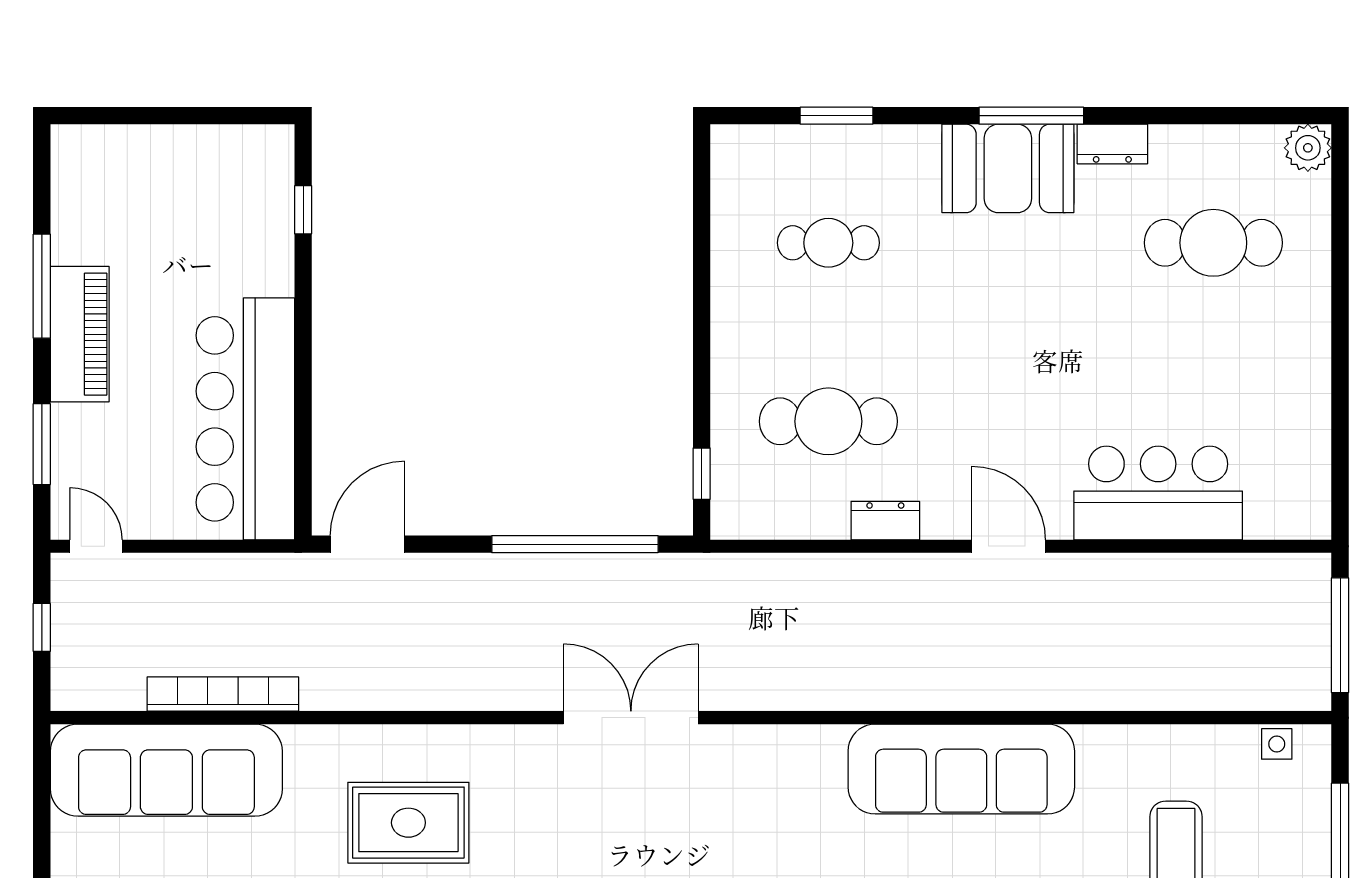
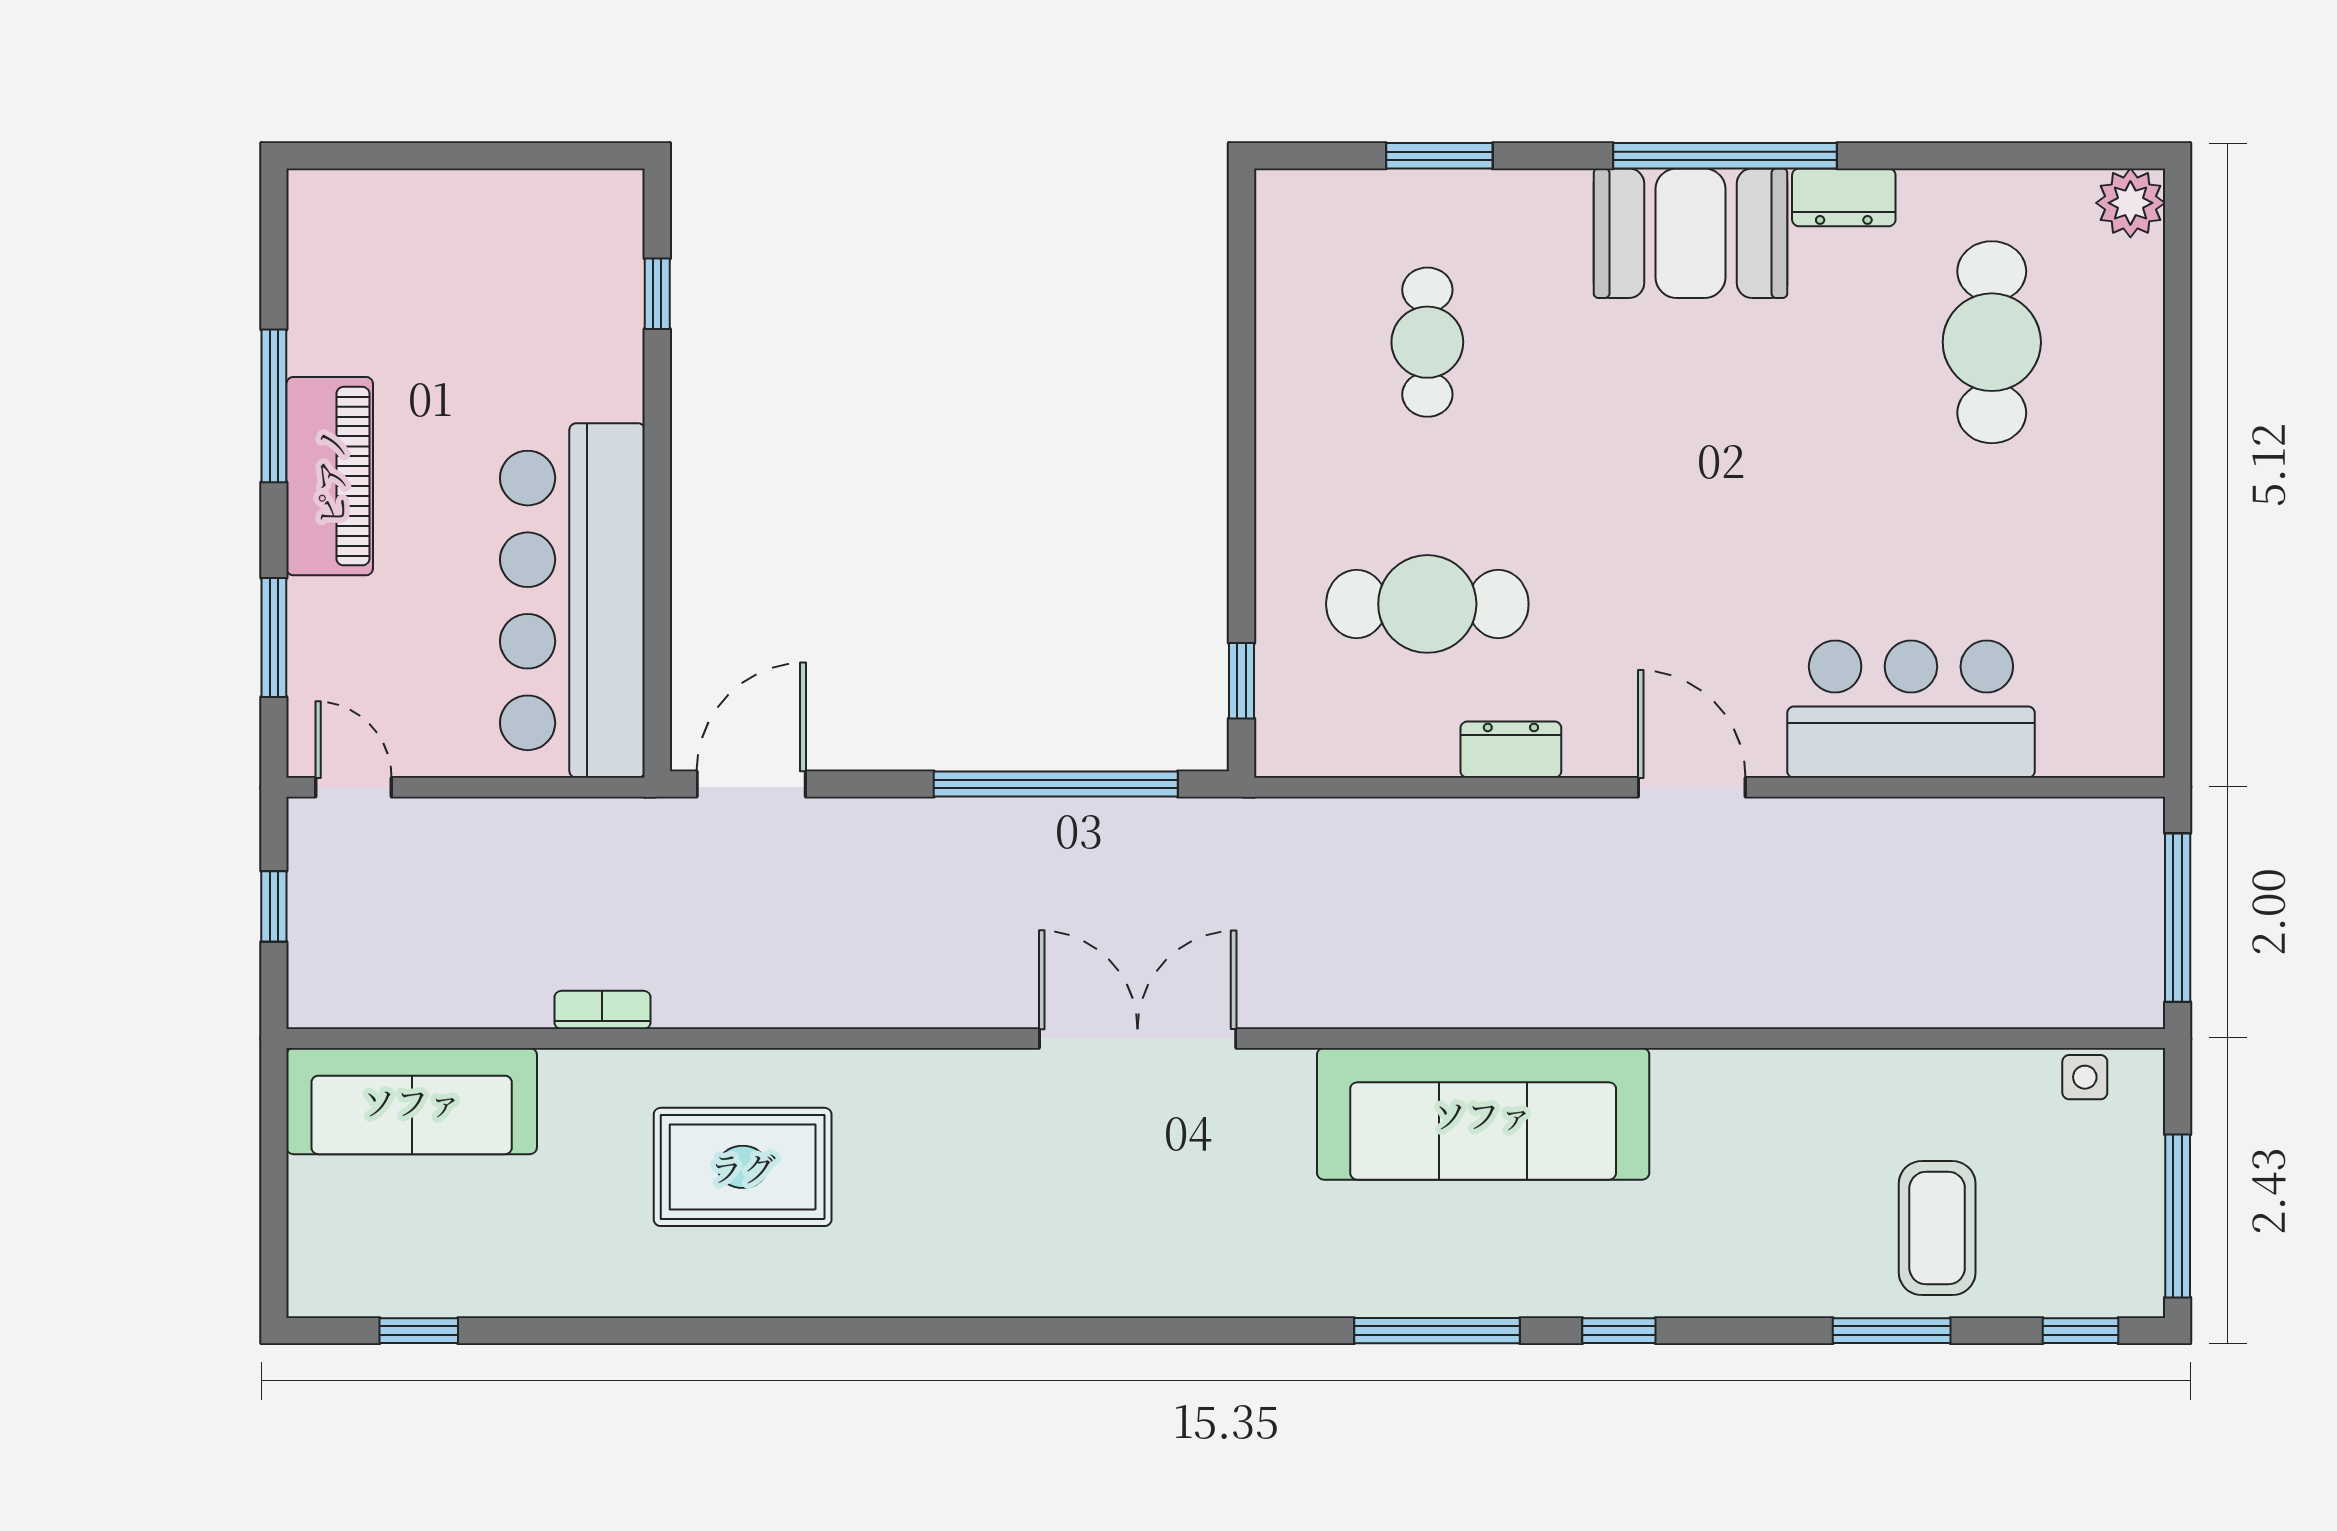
window: (1031, 116) -> (1725, 156), width x1.46
cafe table: (828, 243) -> (1427, 342), turned 90
cafe table: (1213, 243) -> (1992, 342), turned 90
bookcase: (223, 694) -> (602, 1010), width x0.43, depth x0.76
sofa: (961, 769) -> (1483, 1114), moved
sofa: (166, 770) -> (412, 1101), width x0.74, depth x0.79
rug: (408, 823) -> (743, 1167), moved

